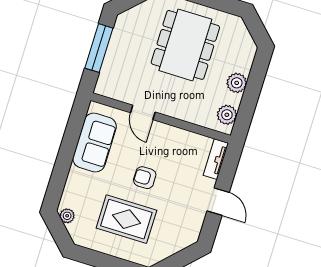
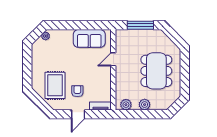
dining table: (185, 45) -> (156, 71), turned 90
armchair: (145, 178) -> (77, 91), moved
rug: (126, 219) -> (55, 85), moved

